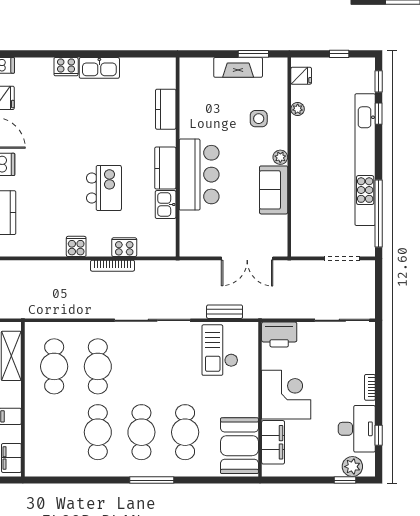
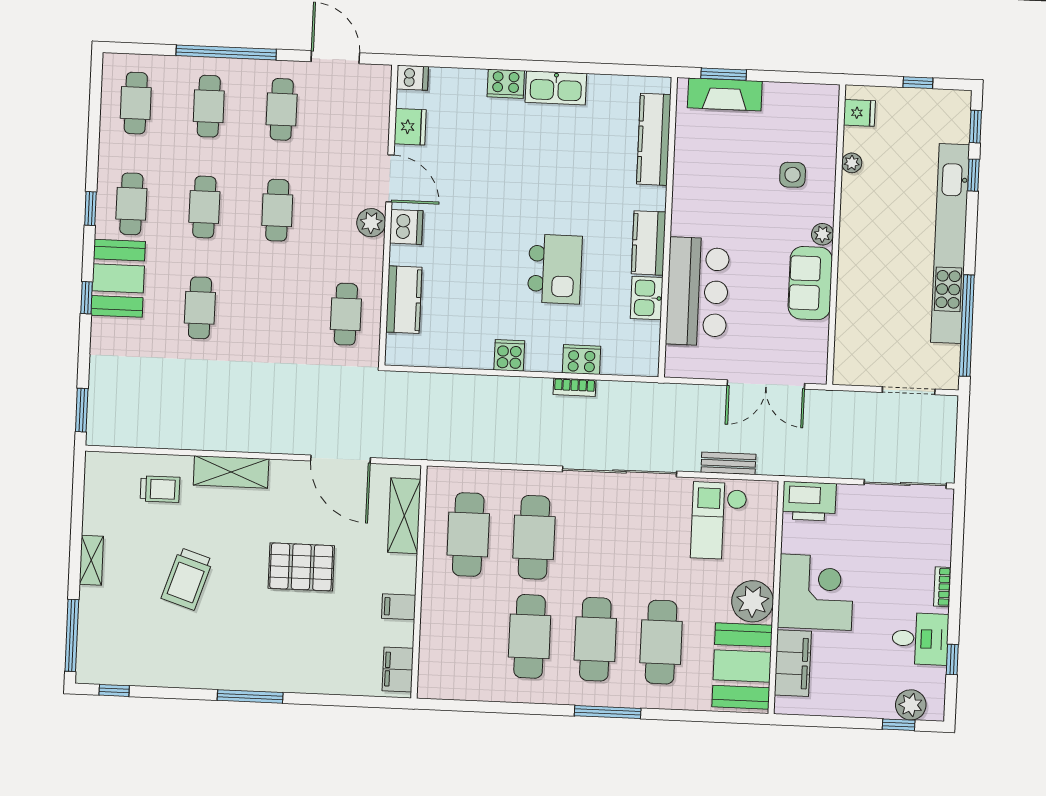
window: (253, 54) -> (724, 74), moved
fireplace: (238, 67) -> (725, 94), moved
kitchen counter: (166, 109) -> (654, 139), width x1.50
bar counter: (199, 175) -> (697, 292), moved
bookcase: (112, 266) -> (575, 387), width x0.64
plant: (245, 402) -> (753, 601), added
desk: (357, 429) -> (920, 639), width x0.73

